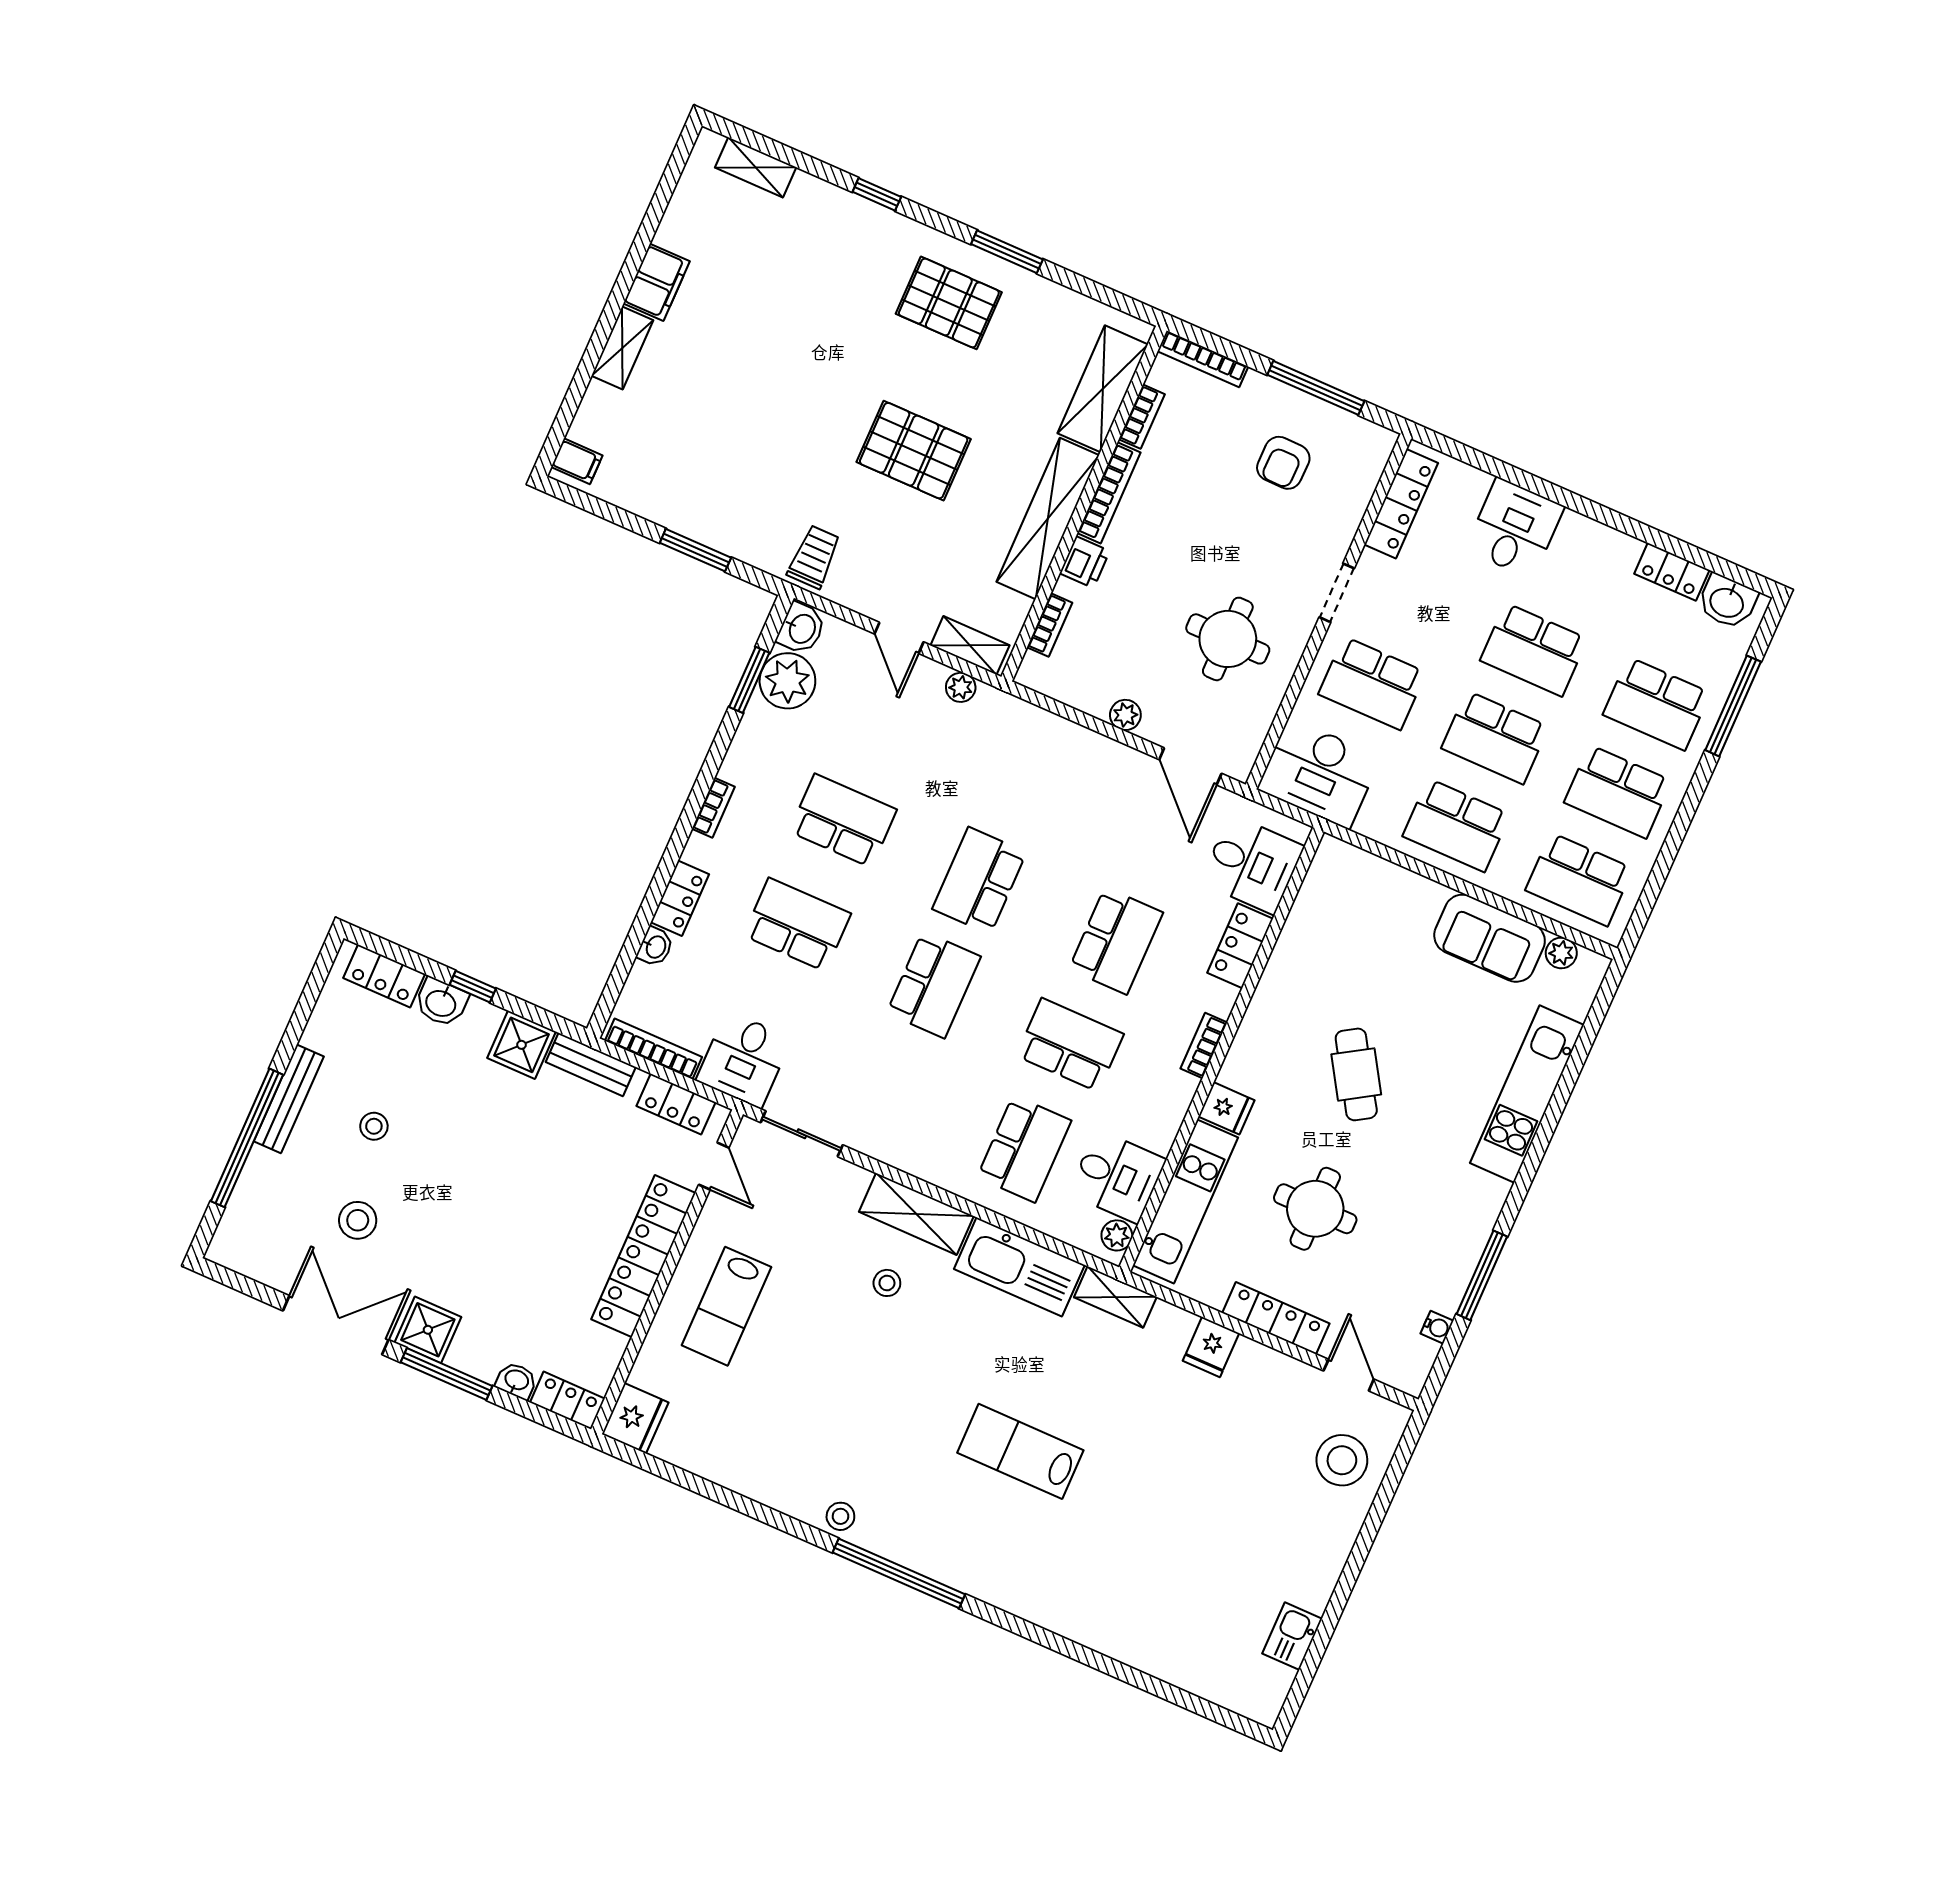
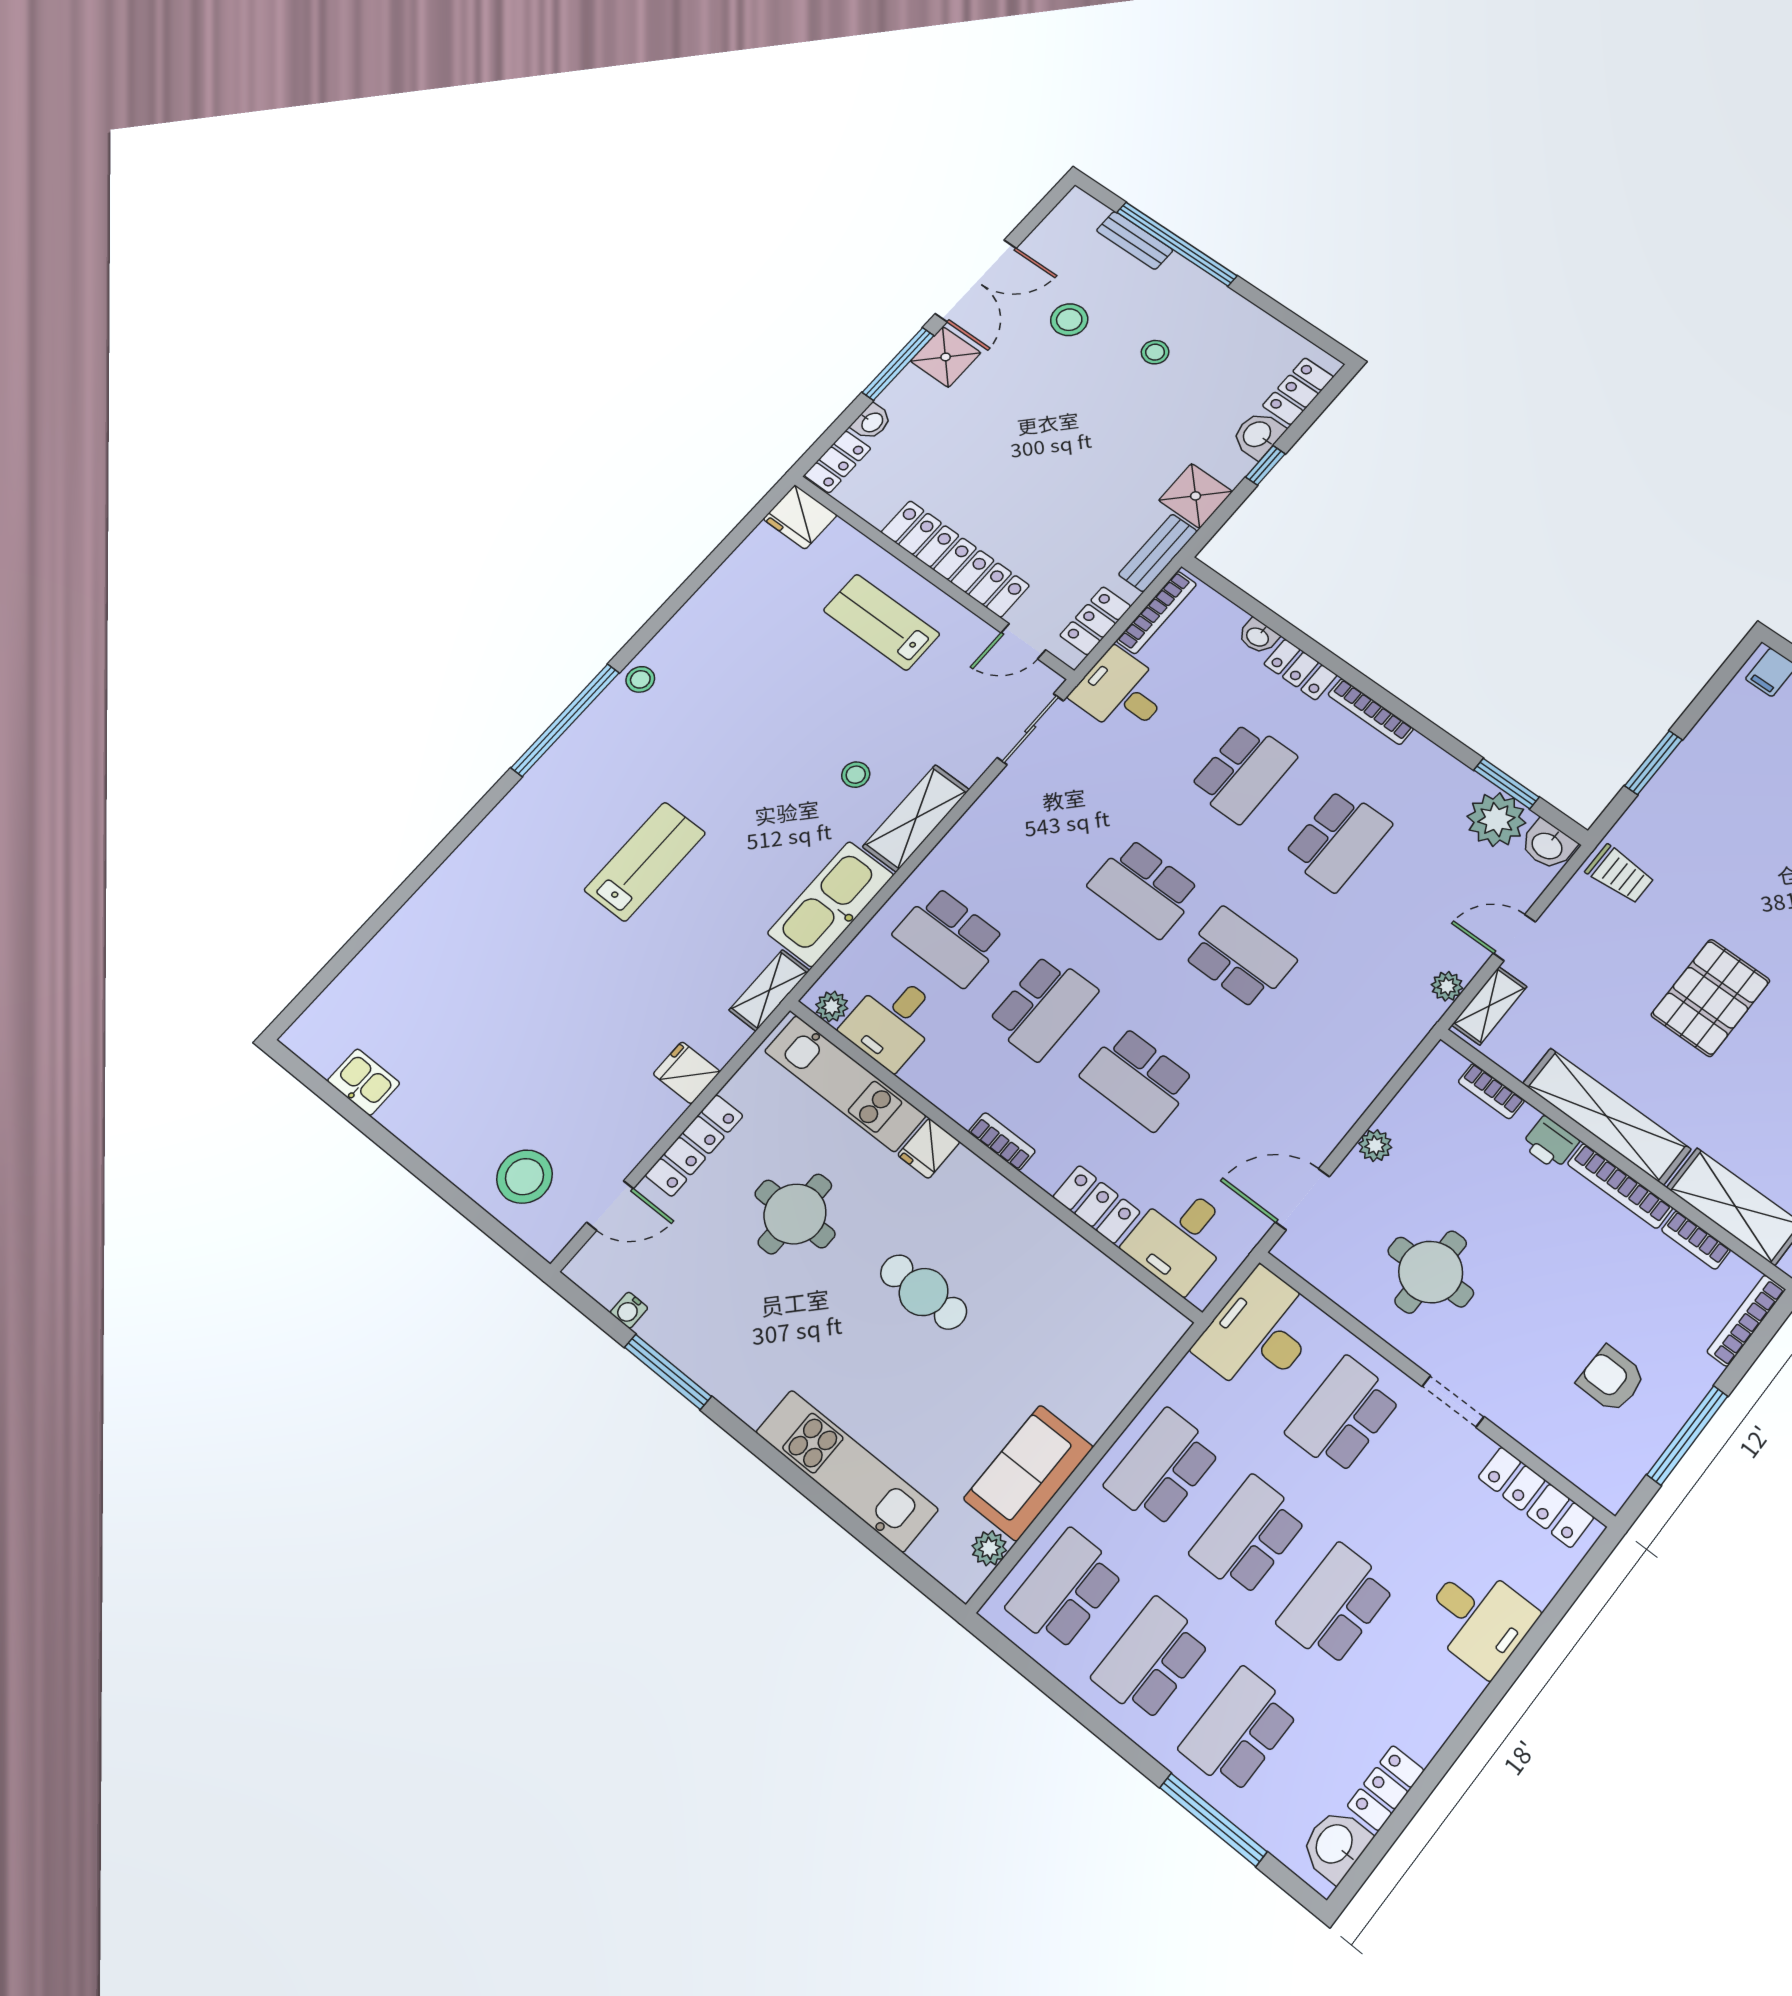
bookcase: (713, 808) -> (1371, 712), width x1.56
cafe table: (1356, 1074) -> (924, 1292), turned 32
bench: (289, 1099) -> (1135, 240), moved, width x0.73

